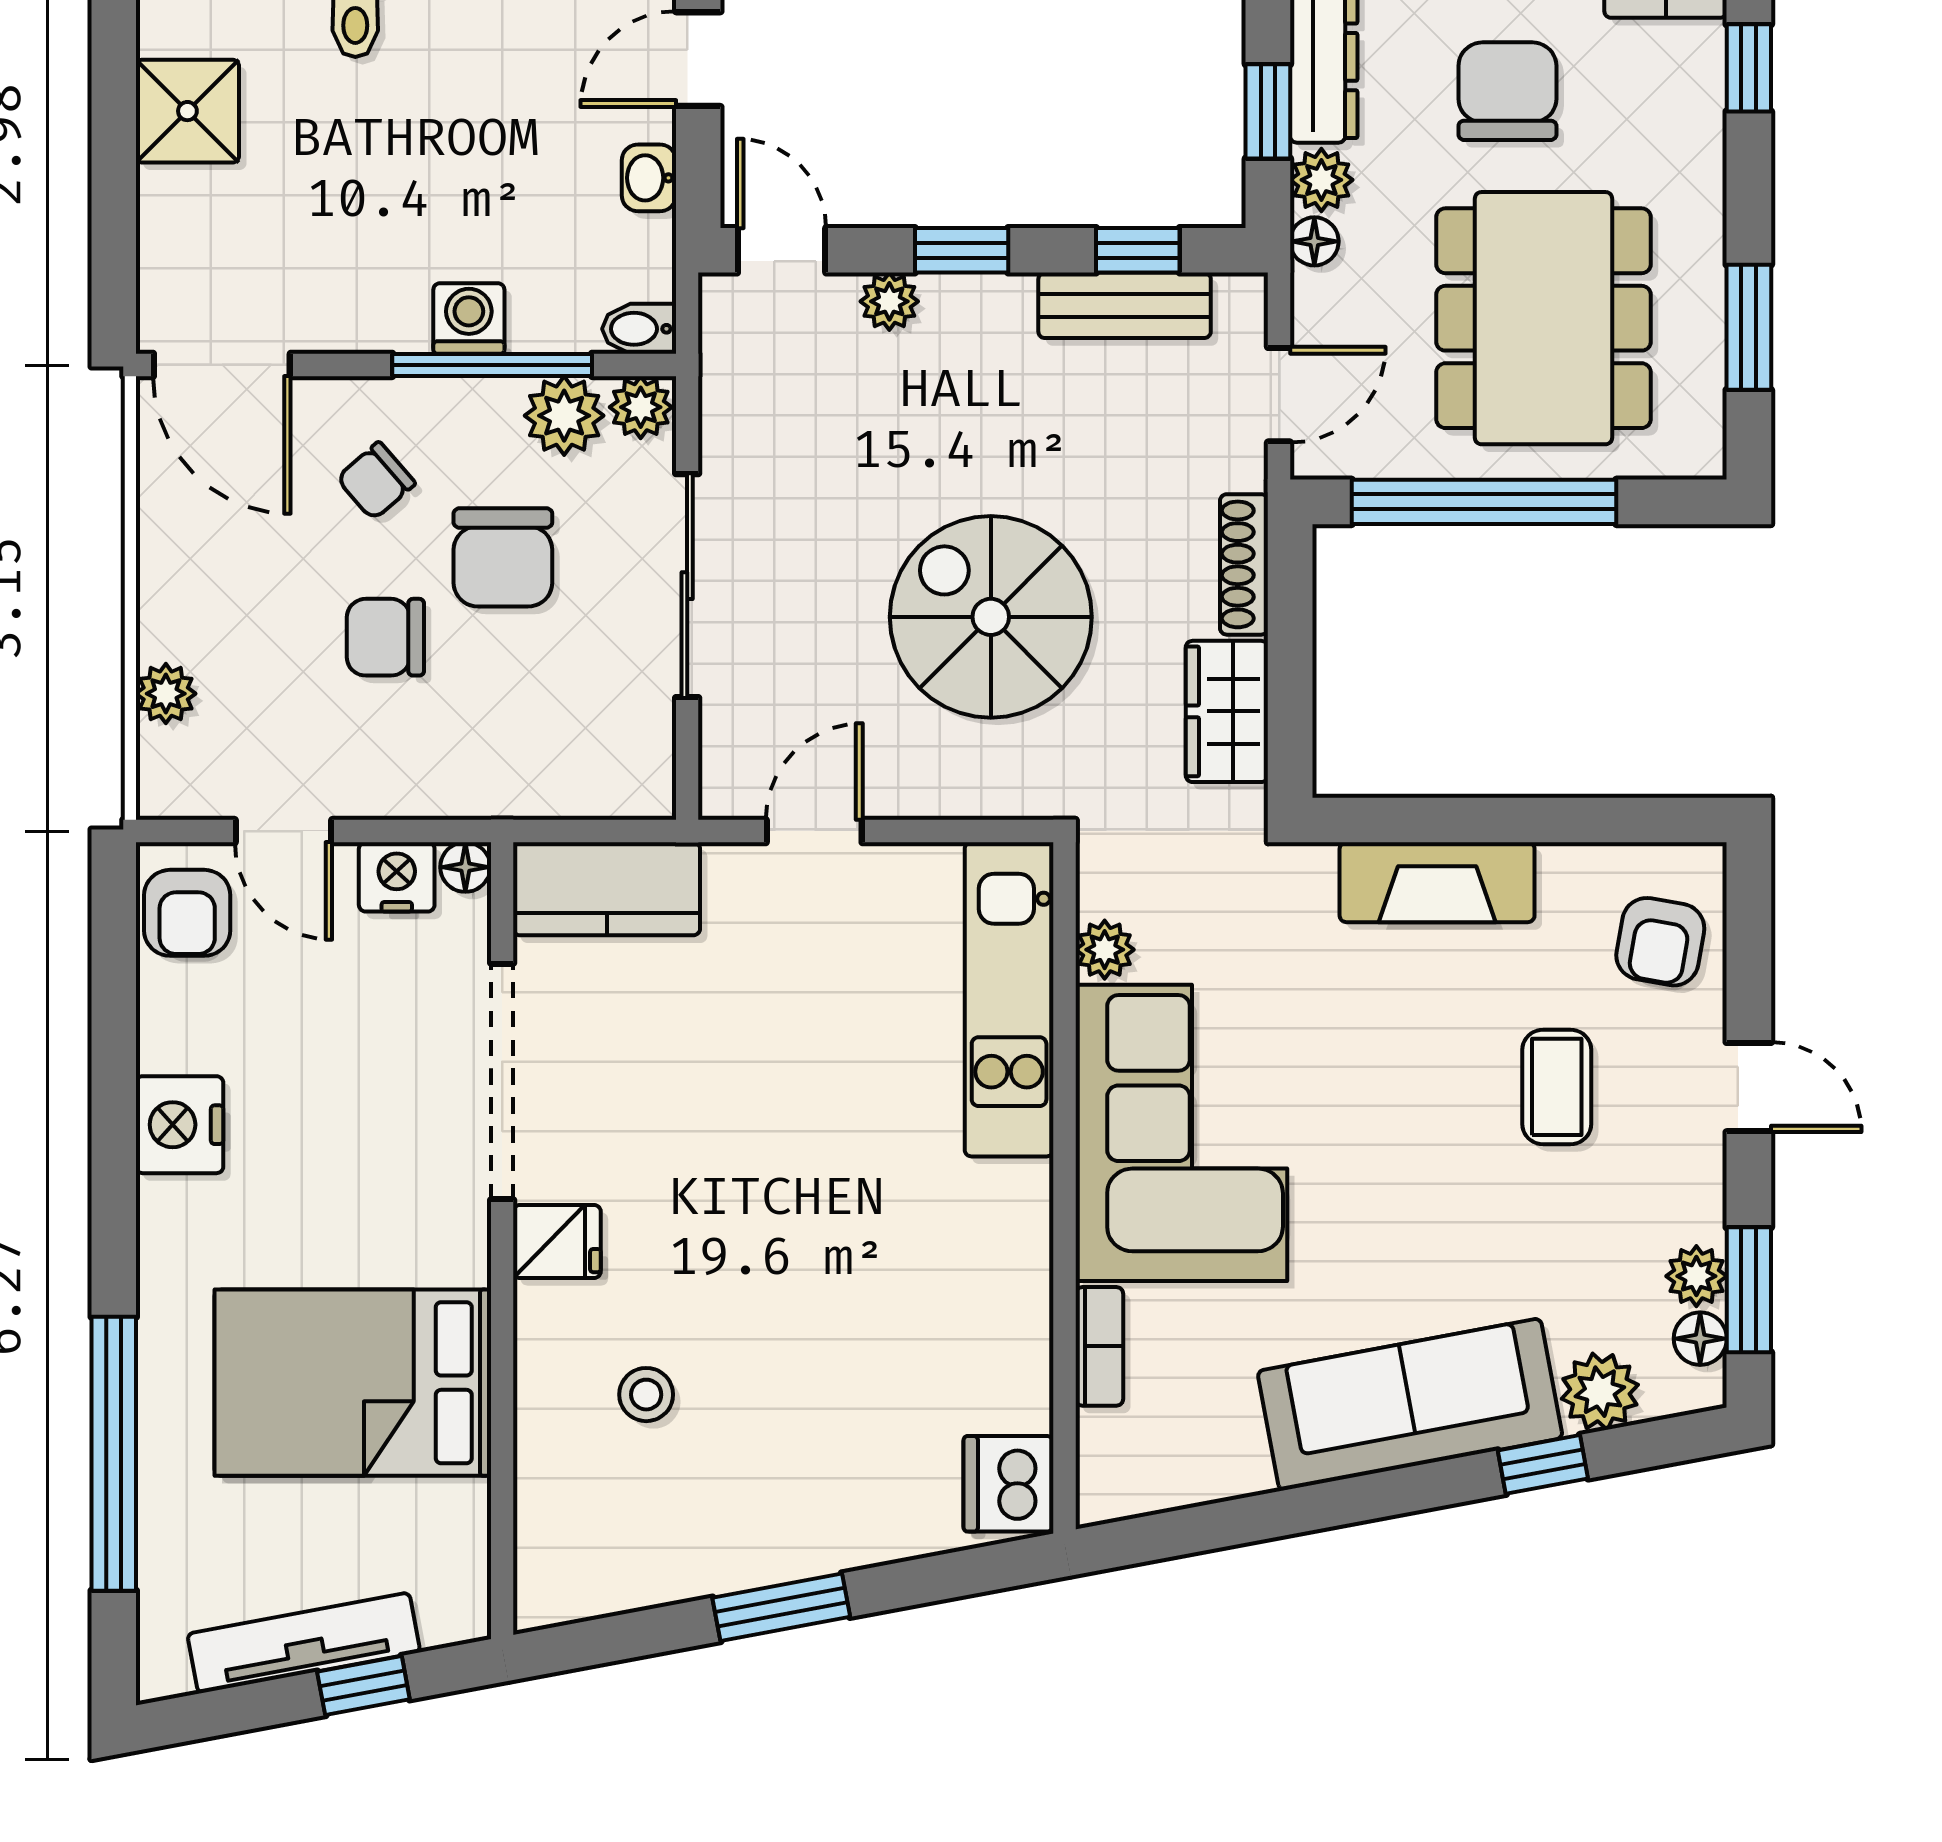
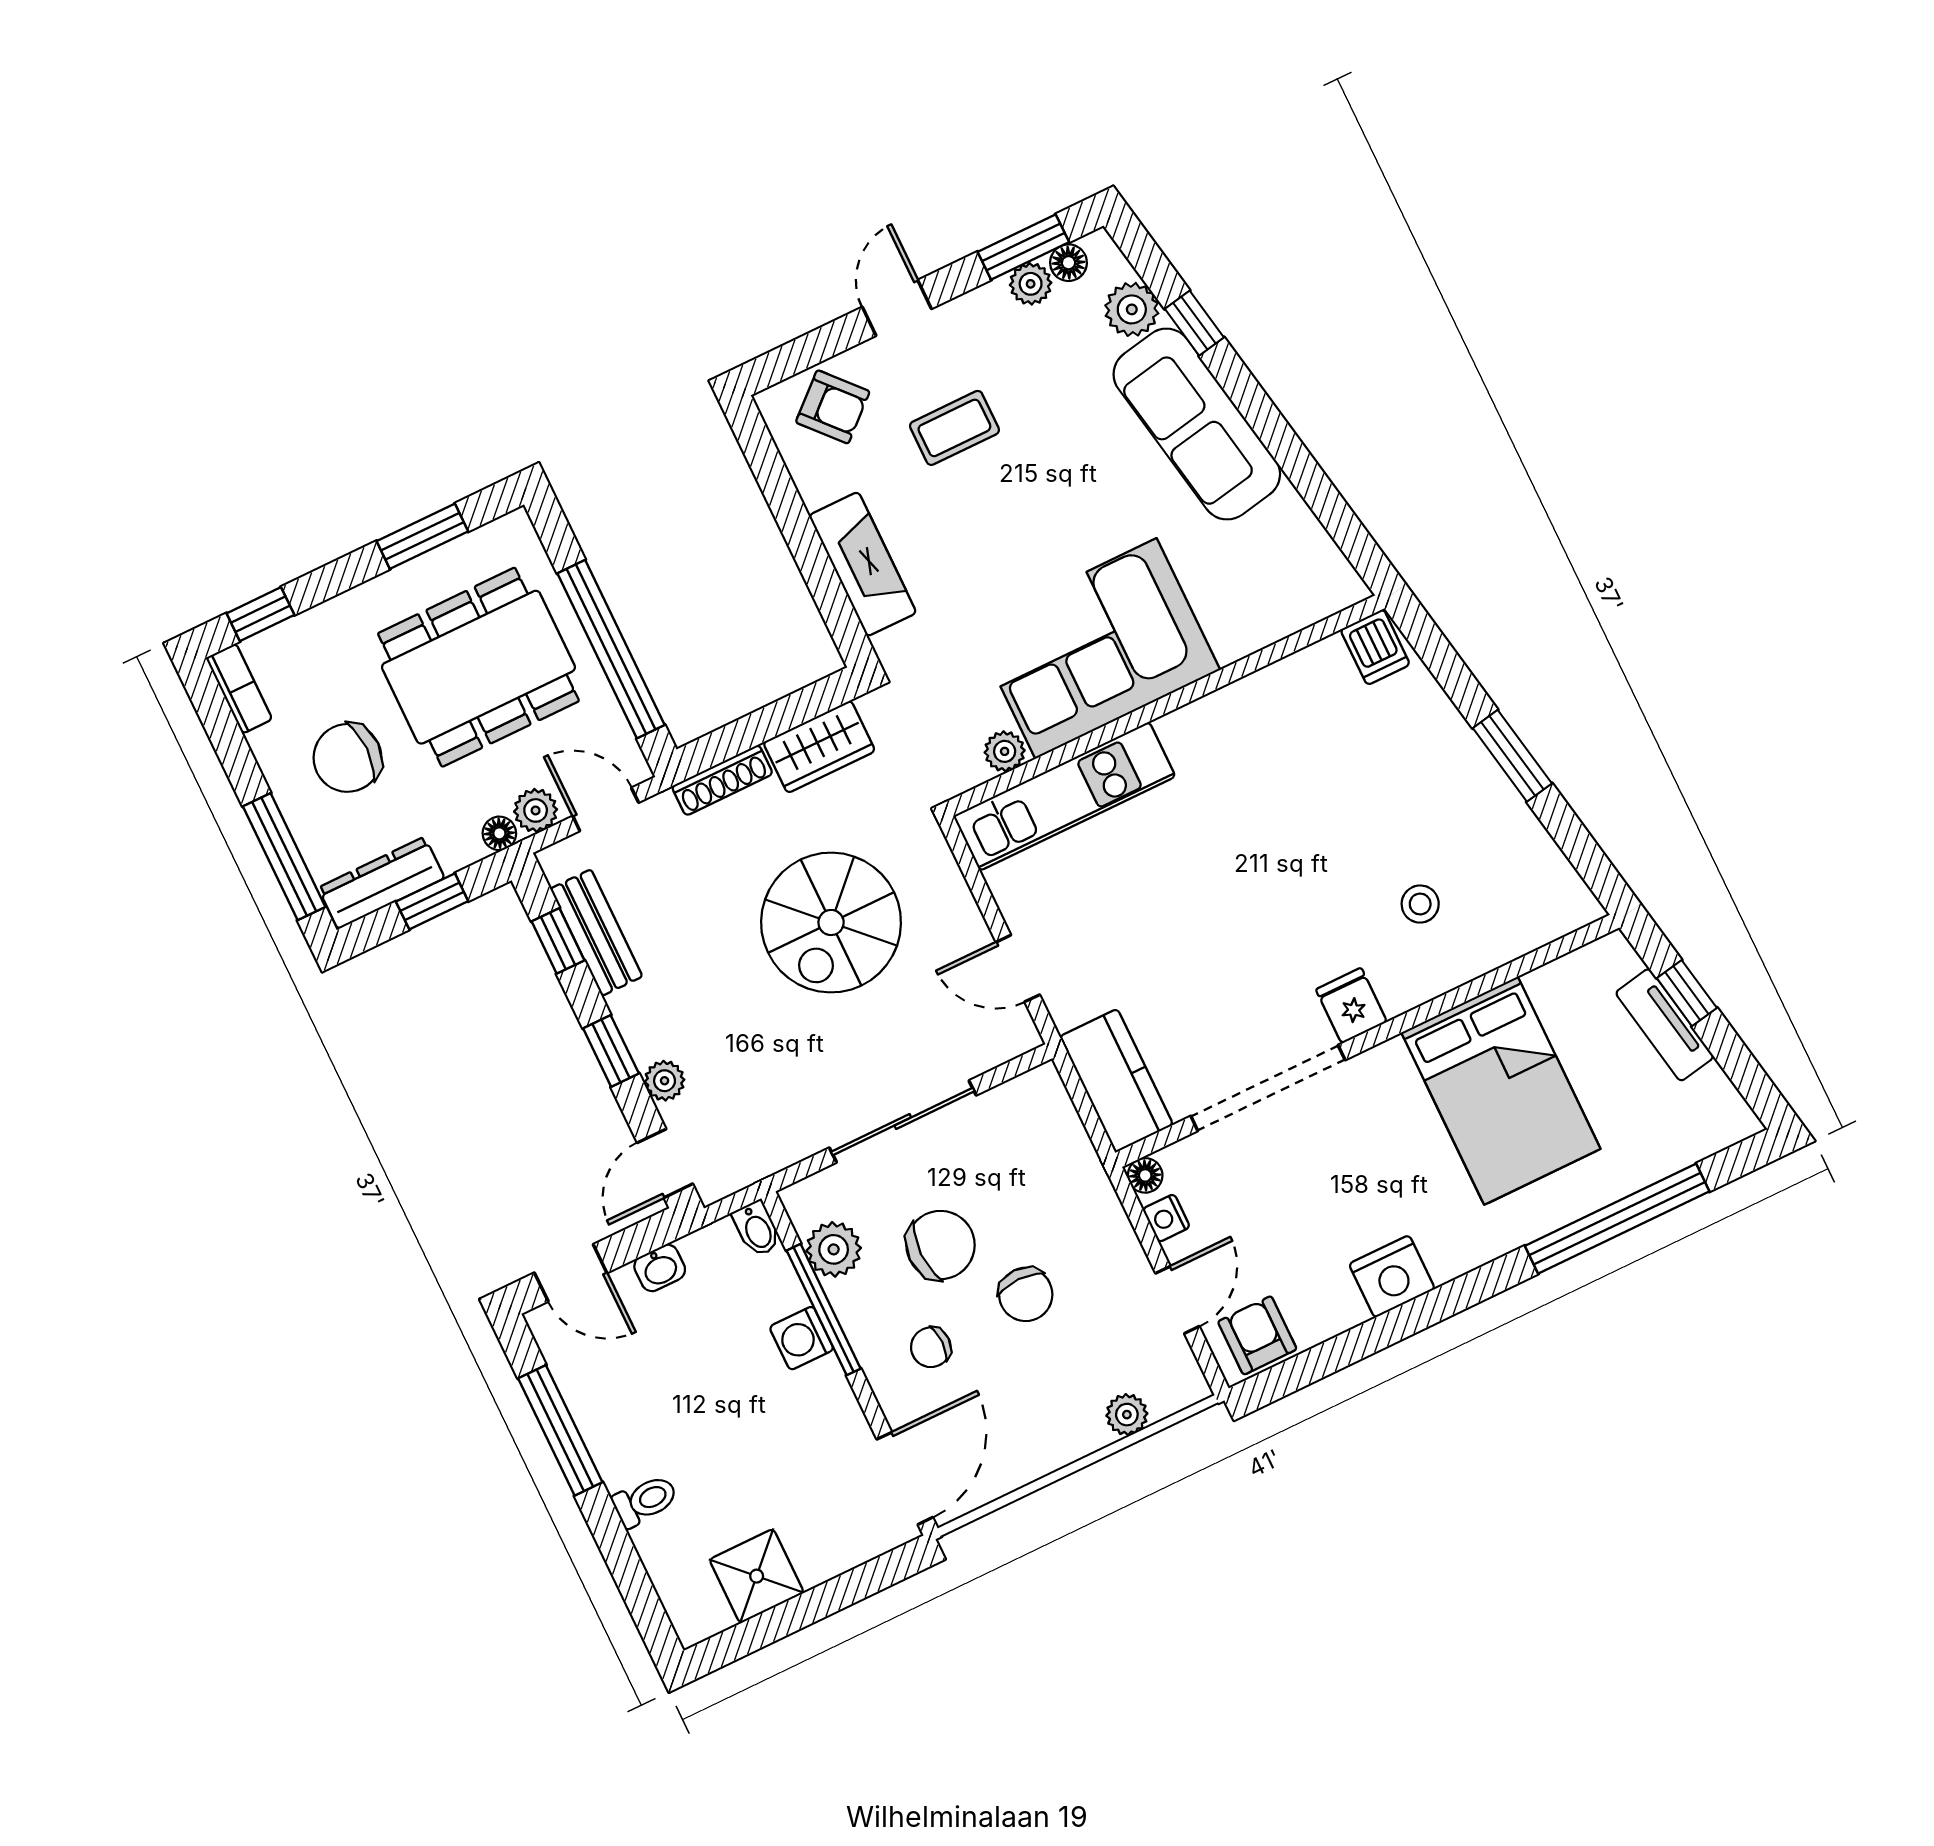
plant: (1321, 180) -> (536, 810), moved
plant: (641, 407) -> (805, 1204), removed
chair: (376, 481) -> (931, 1347), turned 131
nightstand: (397, 877) -> (1166, 1218), width x0.72, depth x0.74
armchair: (187, 913) -> (1257, 1335), turned -90
armchair: (1660, 942) -> (833, 407), turned 38
bookcase: (1099, 1346) -> (1254, 636), removed
dishwasher: (1008, 1484) -> (1375, 647), width x0.73
tv unit: (304, 1643) -> (1665, 1025), width x0.71

